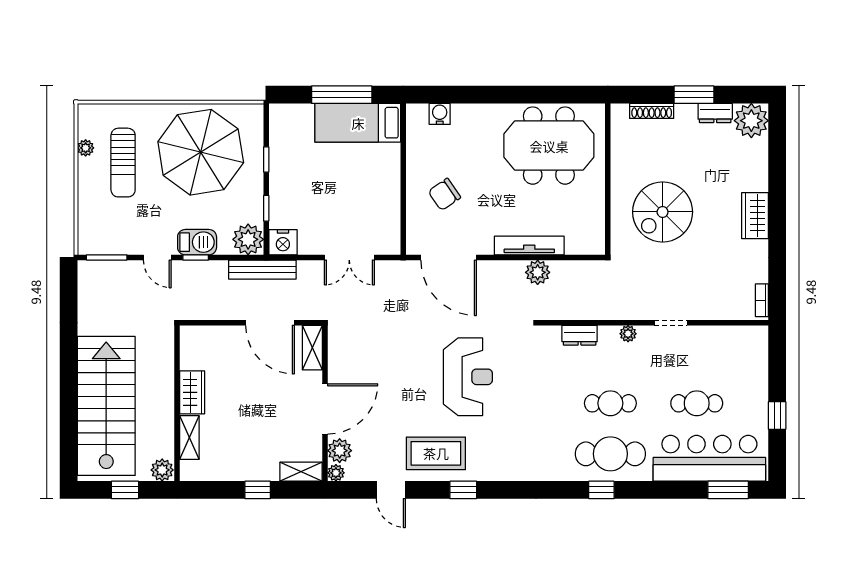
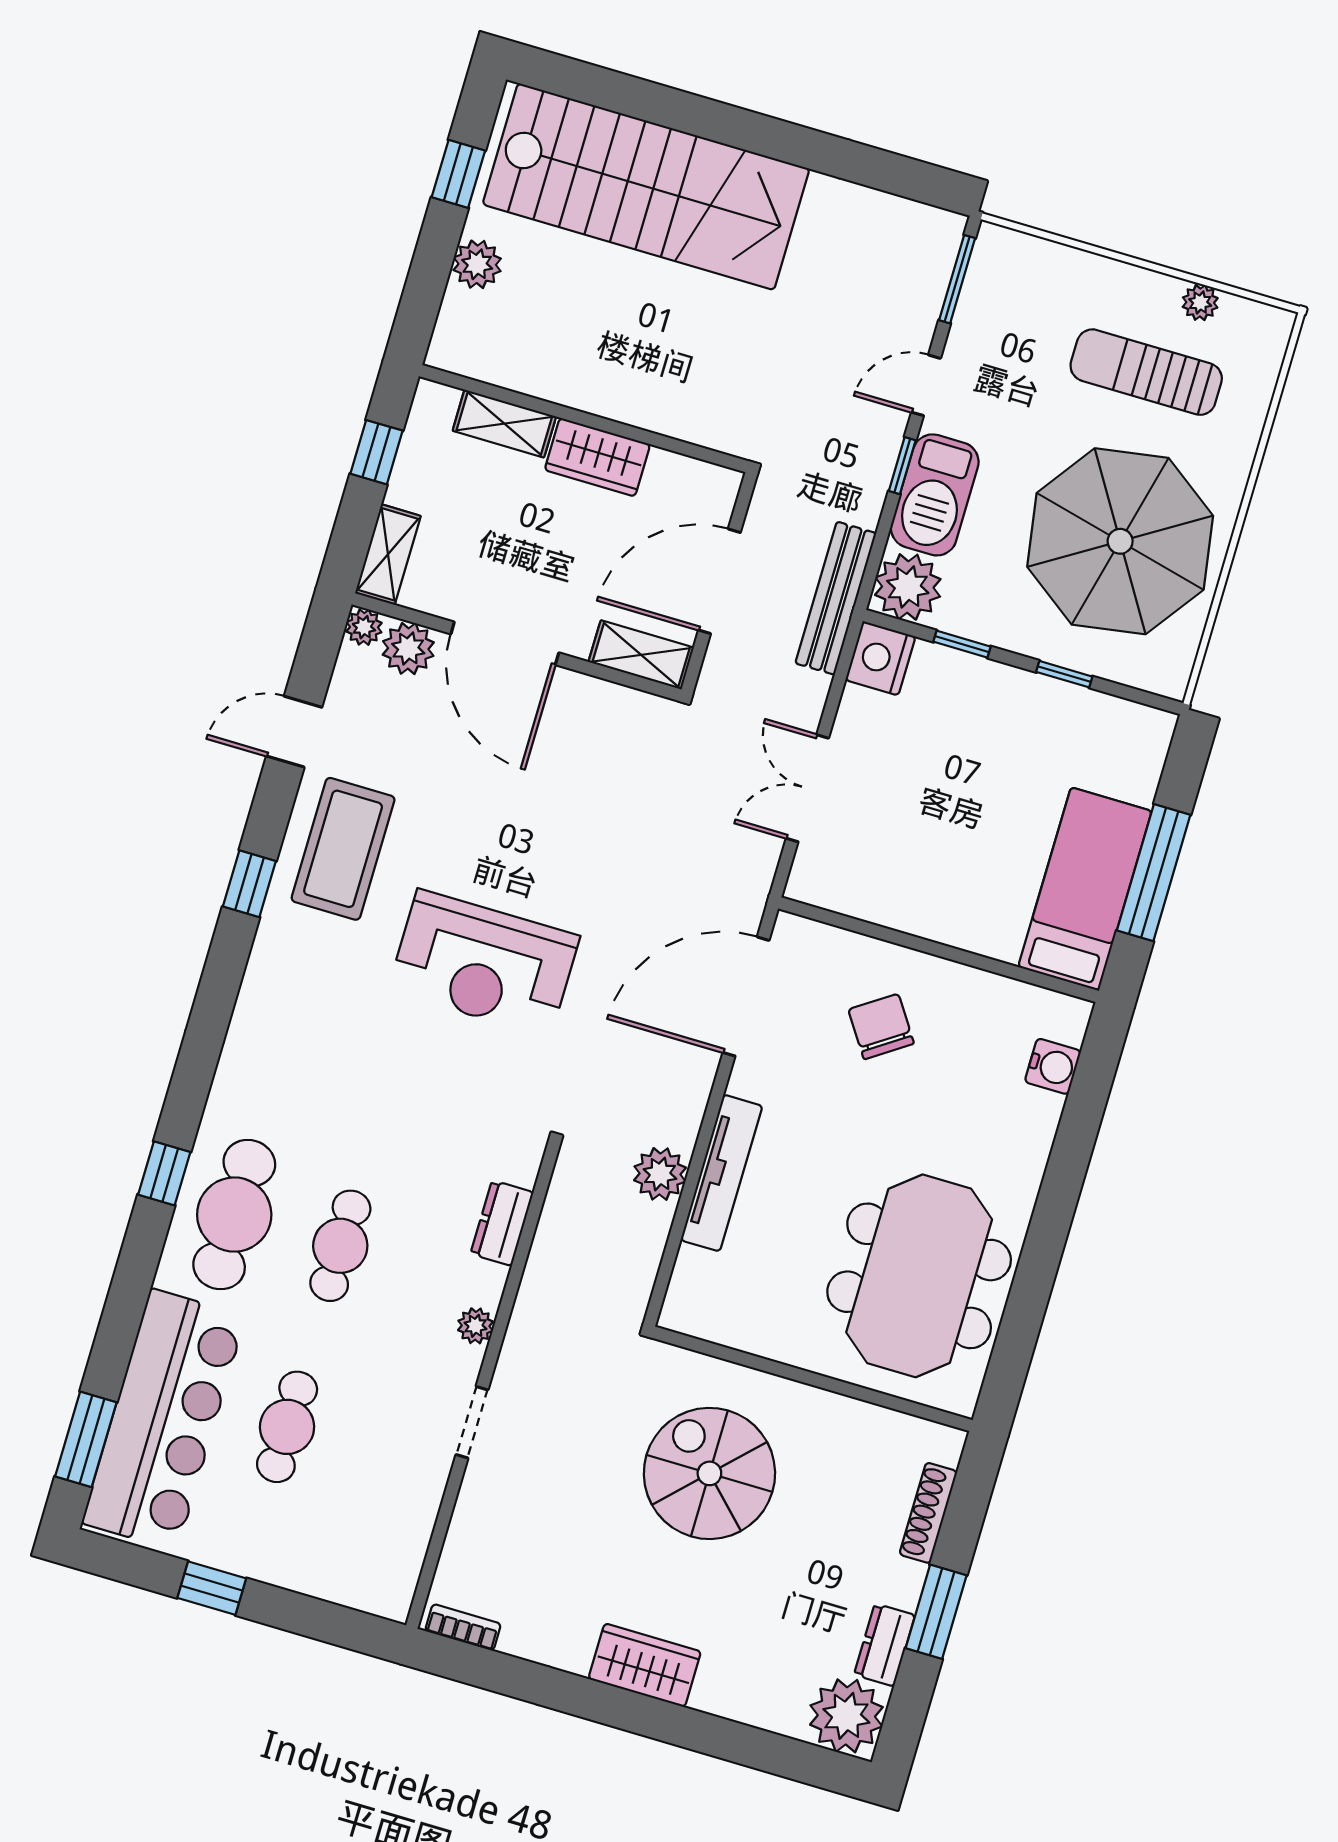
barbecue: (197, 242) -> (935, 495), width x1.37, depth x1.21
wardrobe: (192, 392) -> (597, 457), moved
wall: (177, 403) -> (584, 419), moved
shelving: (189, 438) -> (504, 424), moved

